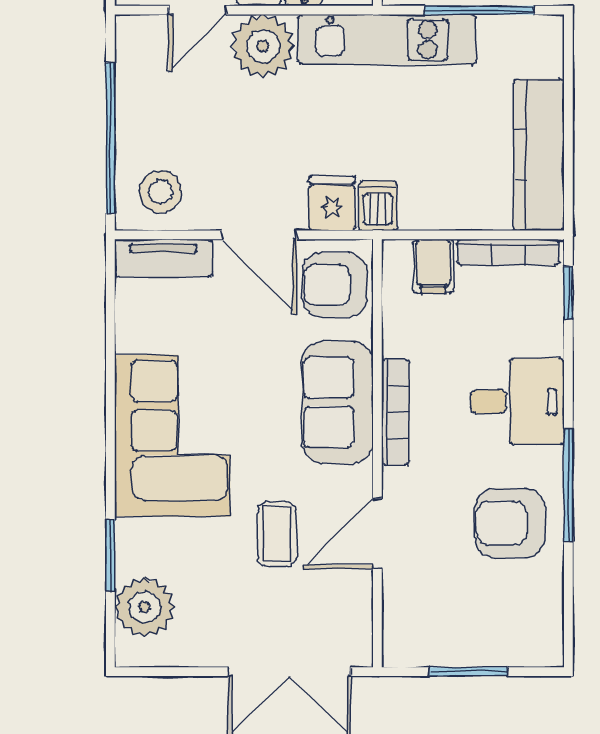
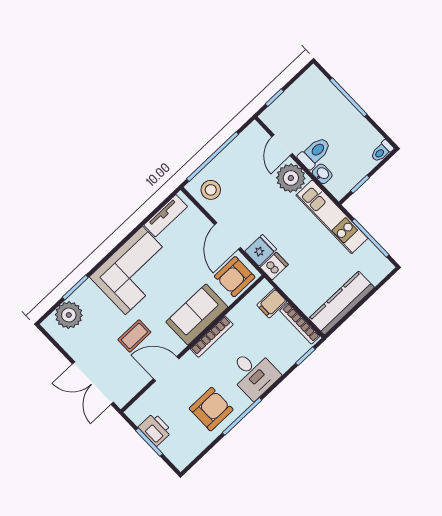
door: (198, 10) -> (282, 145), hinge flipped
tv unit: (164, 258) -> (166, 216), moved, turned -90
armchair: (335, 285) -> (235, 277), turned -90
armchair: (510, 523) -> (211, 409), turned 90
printer: (457, 643) -> (155, 429), added

